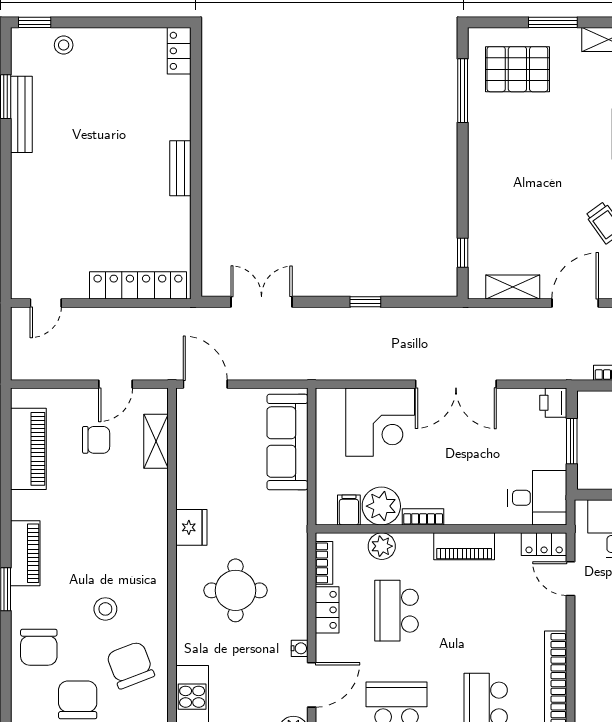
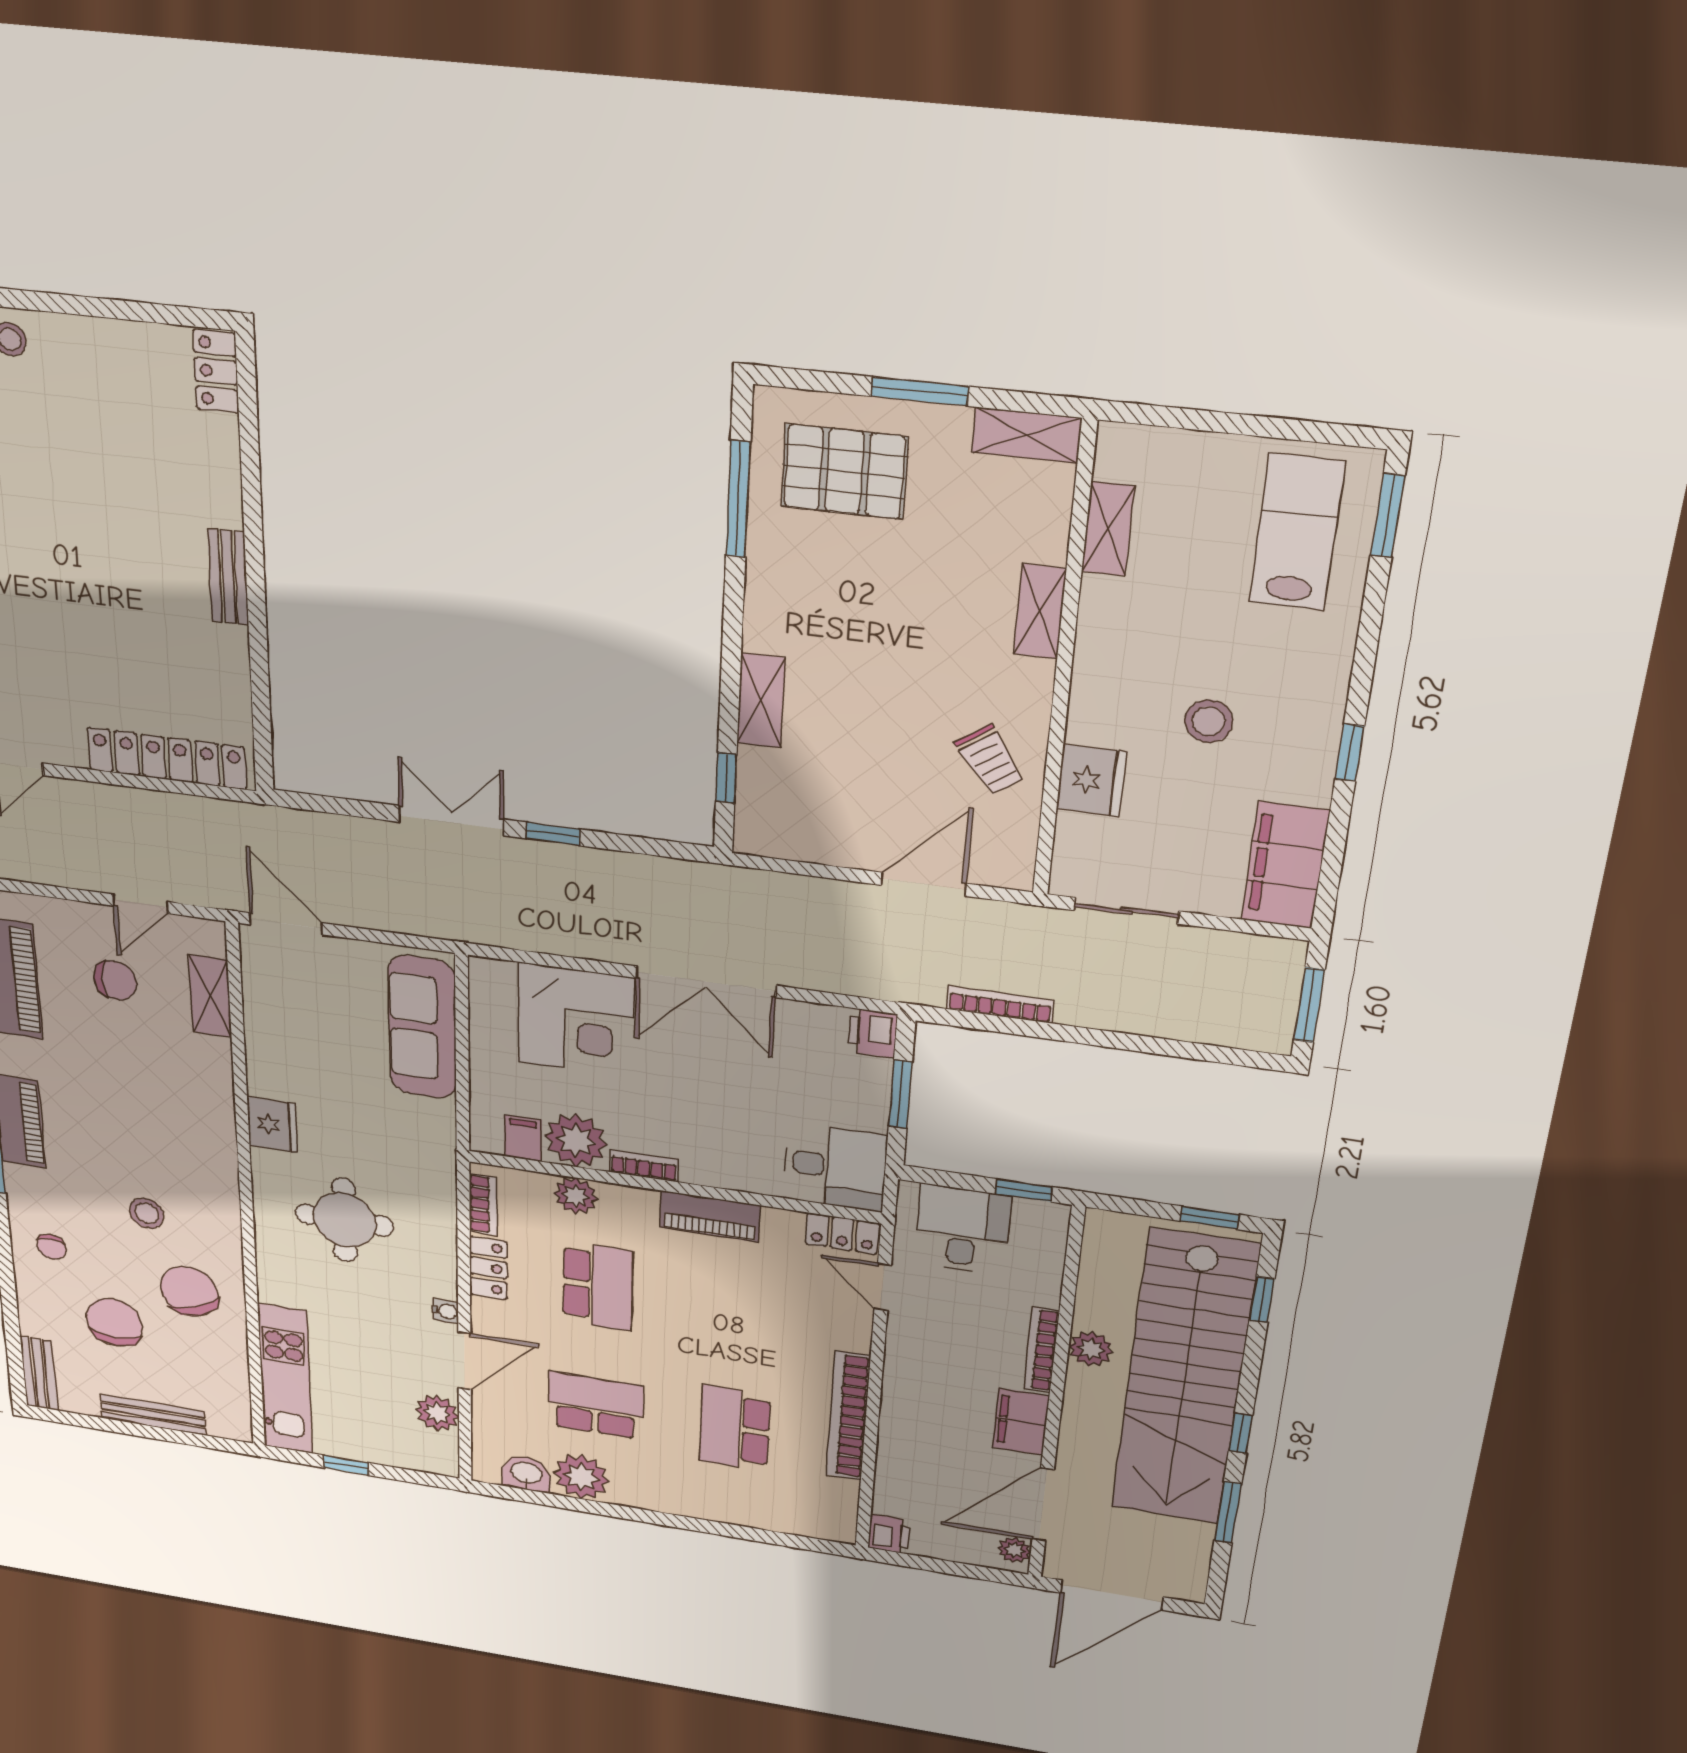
shelving: (513, 287) -> (761, 701), moved, turned 90
double door: (262, 302) -> (451, 821), moved
school desk: (397, 611) -> (598, 1286), turned 180
chair: (39, 647) -> (51, 1247), width x0.54, depth x0.54

